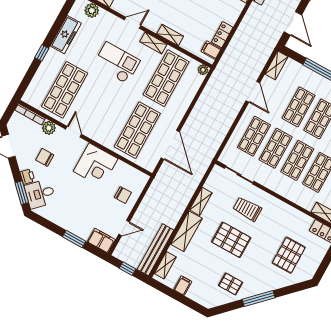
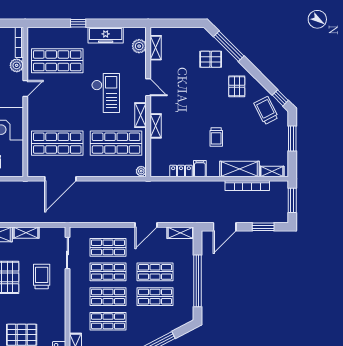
filing cabinet: (211, 50) -> (200, 169), moved

